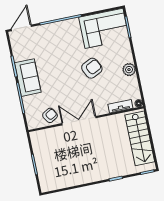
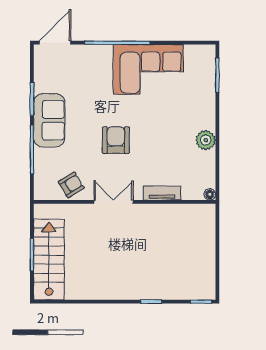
corner sofa: (104, 28) -> (148, 69), moved
armchair: (92, 68) -> (116, 140), moved, turned -64
tv unit: (120, 106) -> (162, 193), moved
double door: (79, 121) -> (114, 202), width x0.73
stairs: (140, 138) -> (49, 259), moved, turned 180

